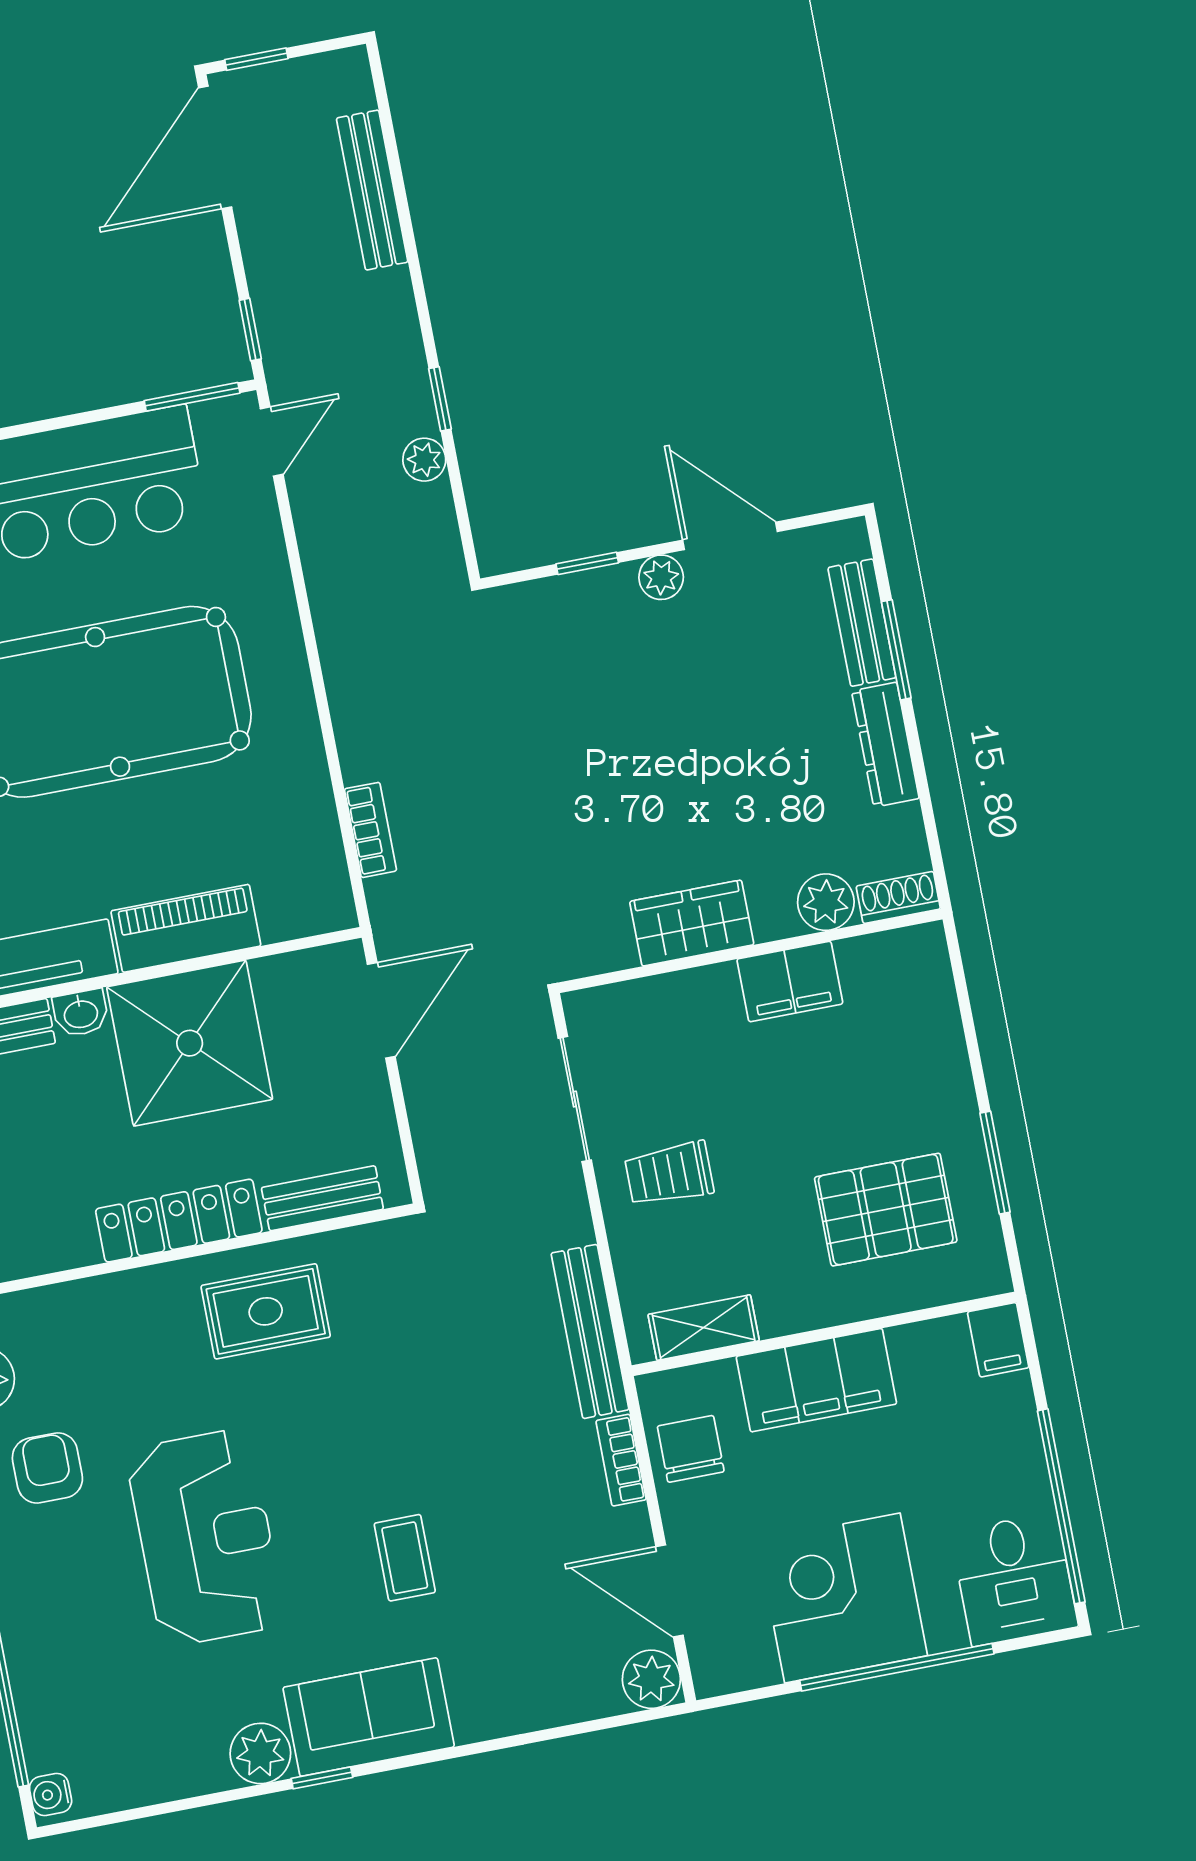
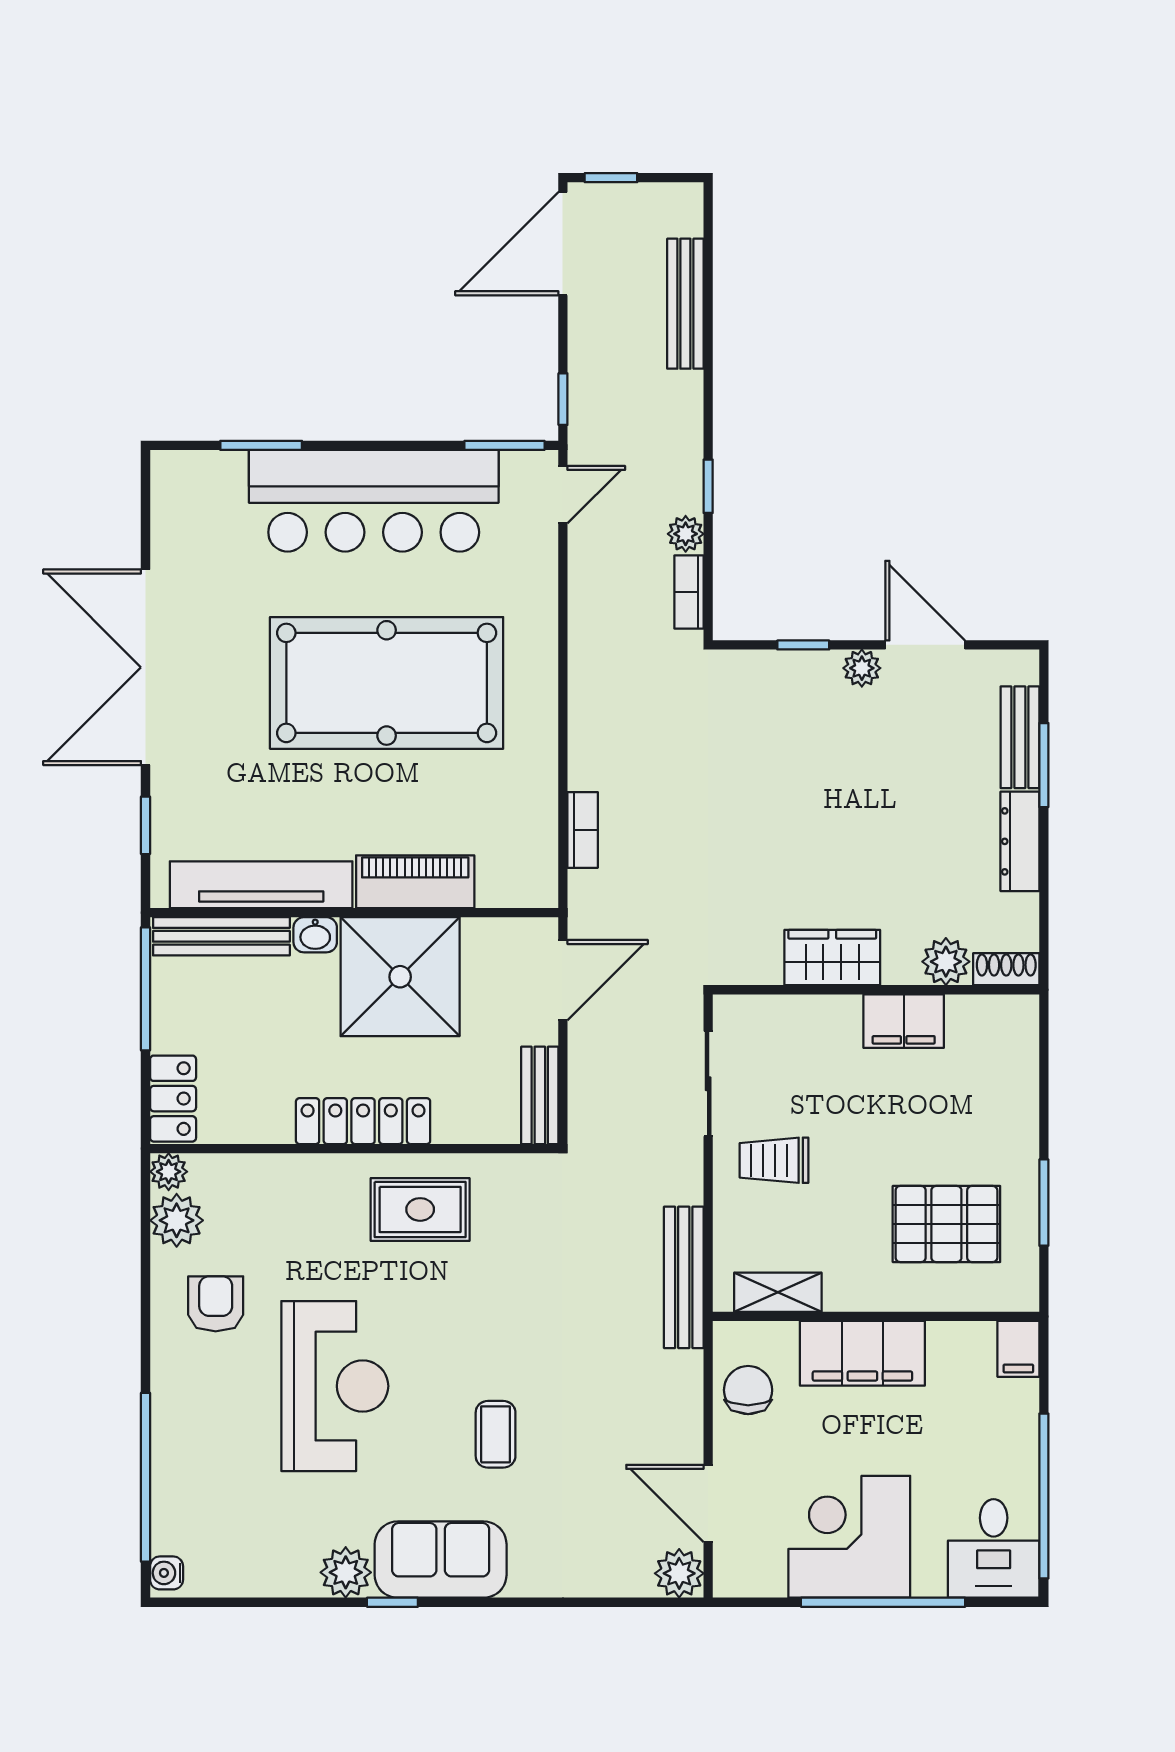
bench: (322, 1198) -> (540, 1095), moved, turned 90
bookcase: (621, 1460) -> (689, 592), moved

